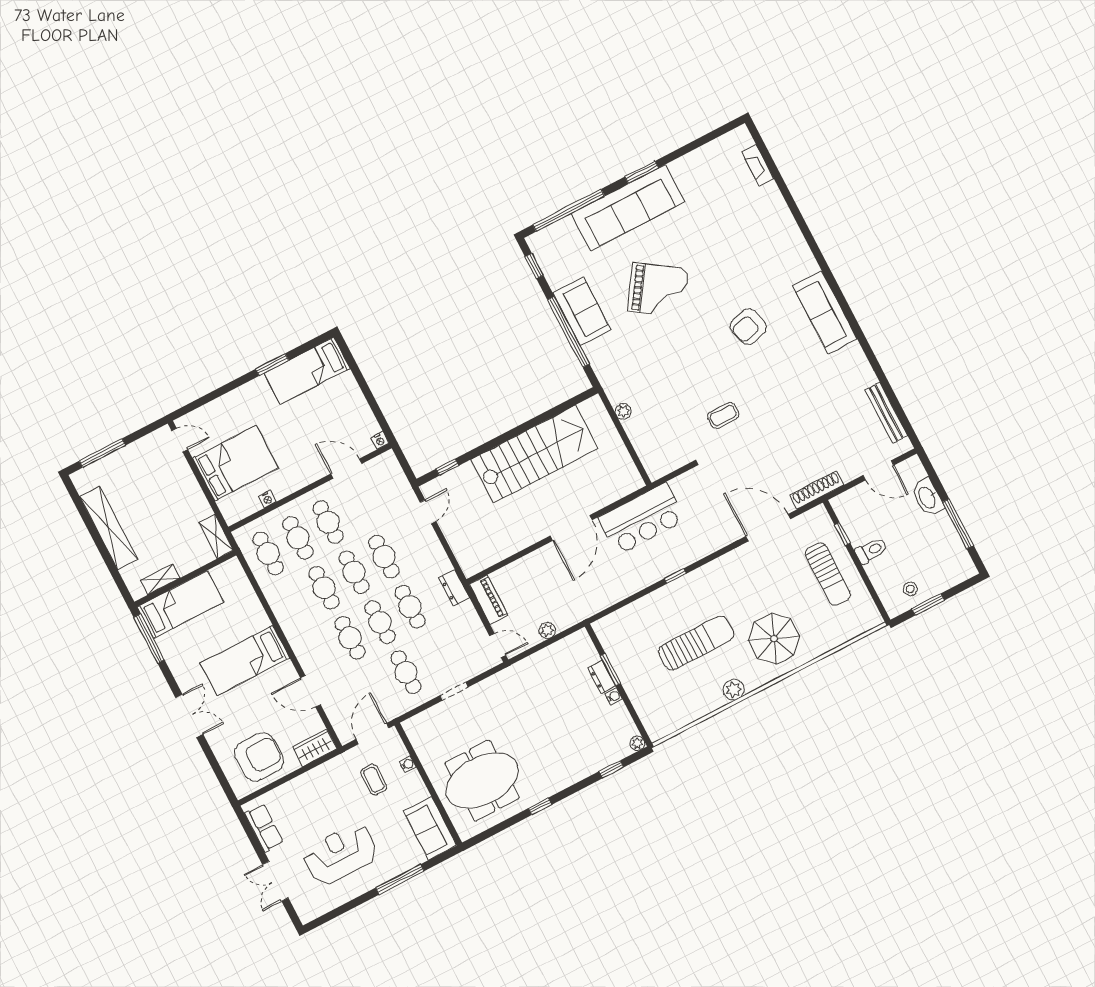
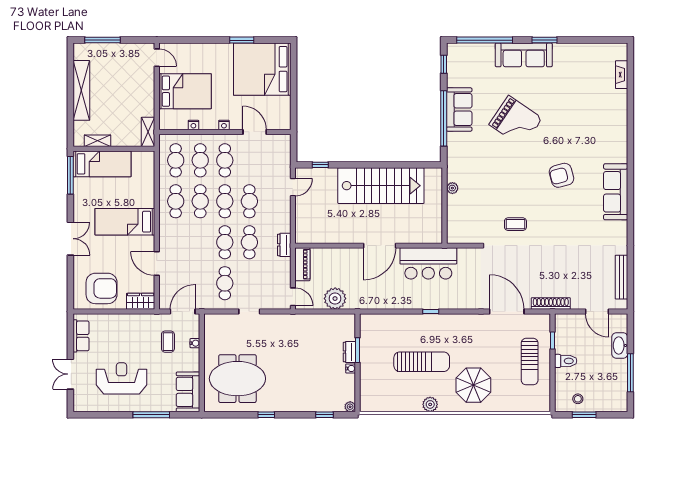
sofa: (628, 208) -> (524, 55), width x0.74, depth x0.79
bed: (307, 371) -> (262, 69), width x2.04
nightstand: (380, 440) -> (224, 125), moved
plant: (547, 630) -> (335, 299), width x1.87, depth x1.87
cafe table: (350, 638) -> (176, 201), moved

